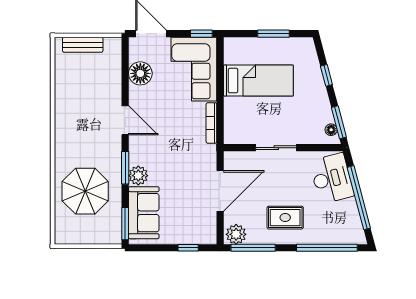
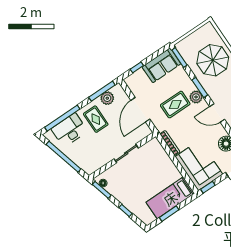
bed: (258, 81) -> (170, 198), moved
rug: (171, 167) -> (175, 105), added
plant: (138, 176) -> (196, 97), moved
desk: (332, 178) -> (69, 130), moved, turned 105
sofa: (144, 213) -> (161, 65), moved, turned -90
rug: (285, 218) -> (96, 119), turned 90
plant: (236, 234) -> (107, 98), moved

